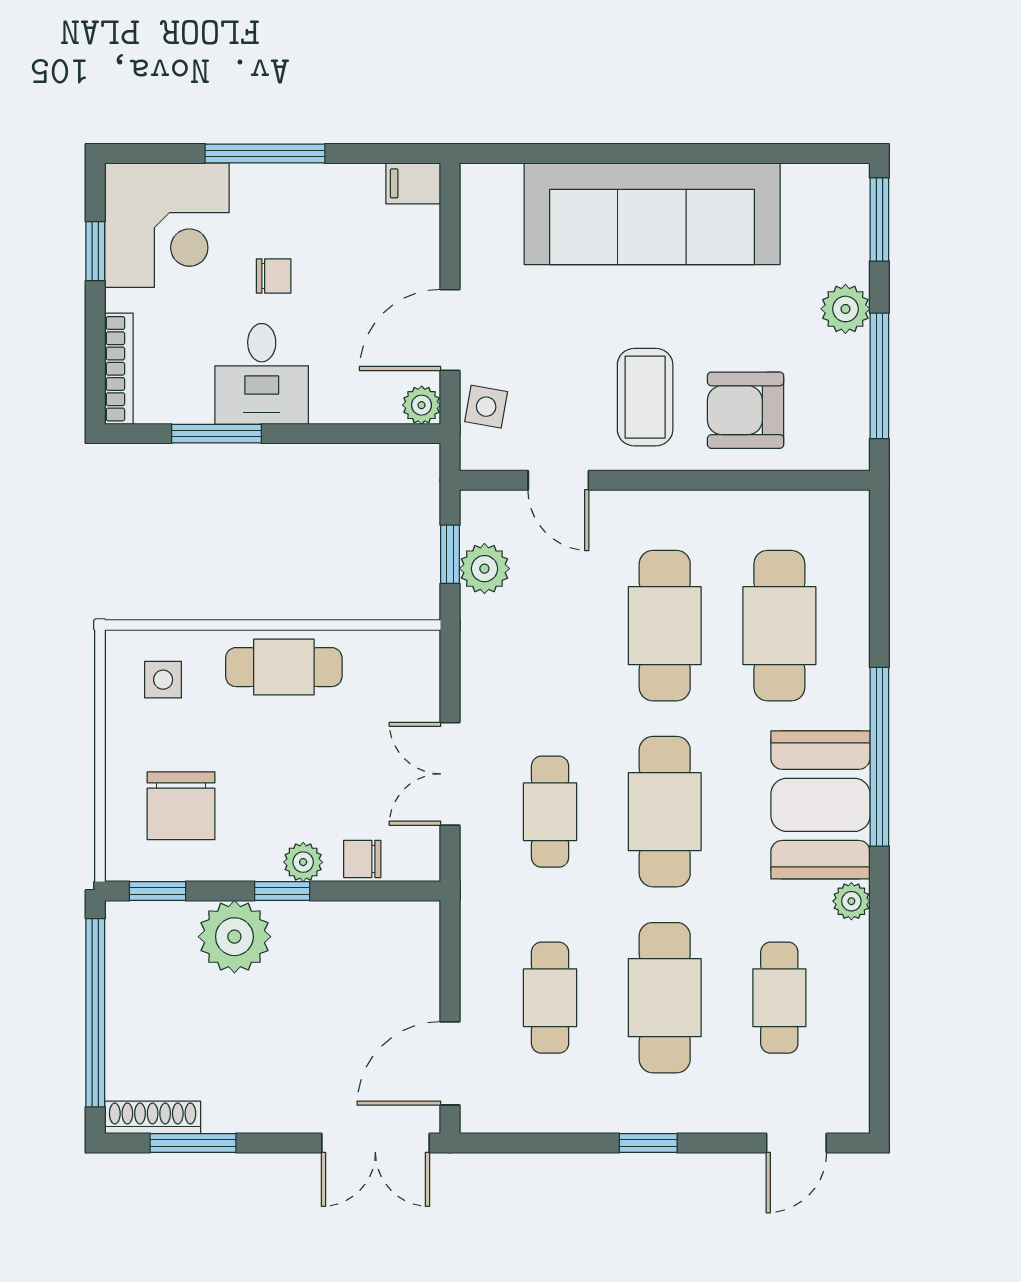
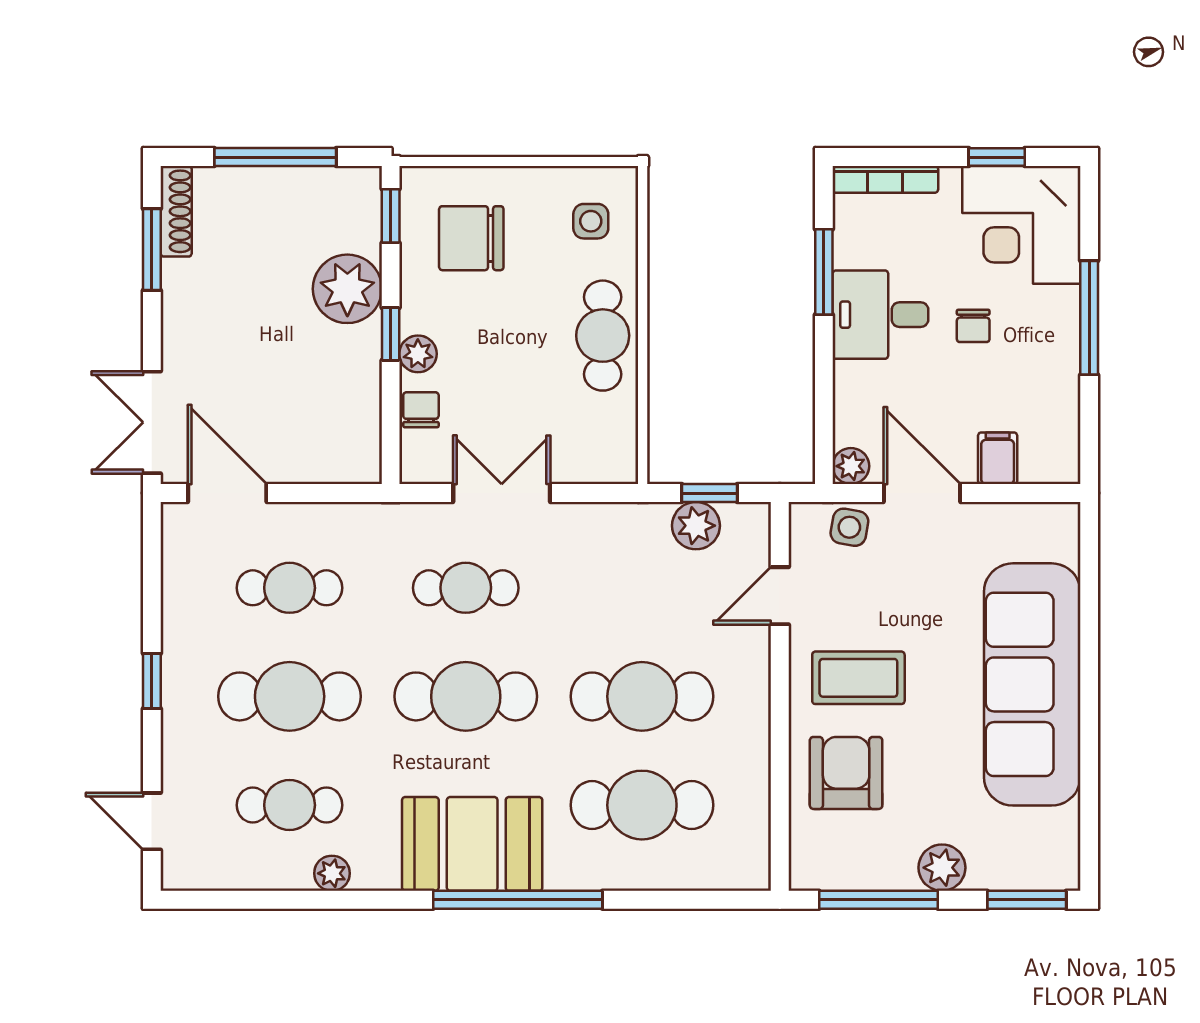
filing cabinet: (413, 183) -> (998, 458), moved
plant: (851, 901) -> (332, 873), moved
window: (95, 1013) -> (275, 157), width x0.68

